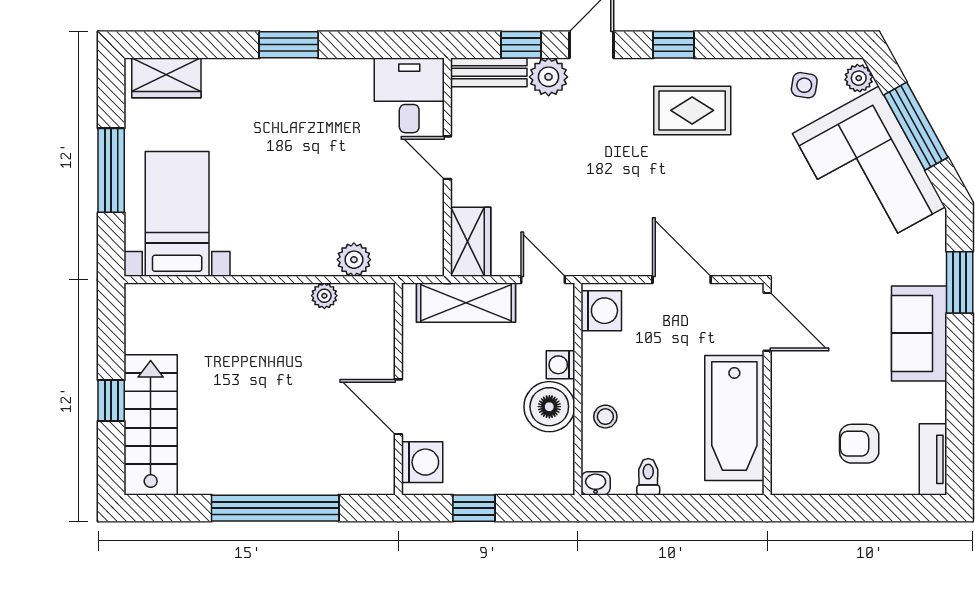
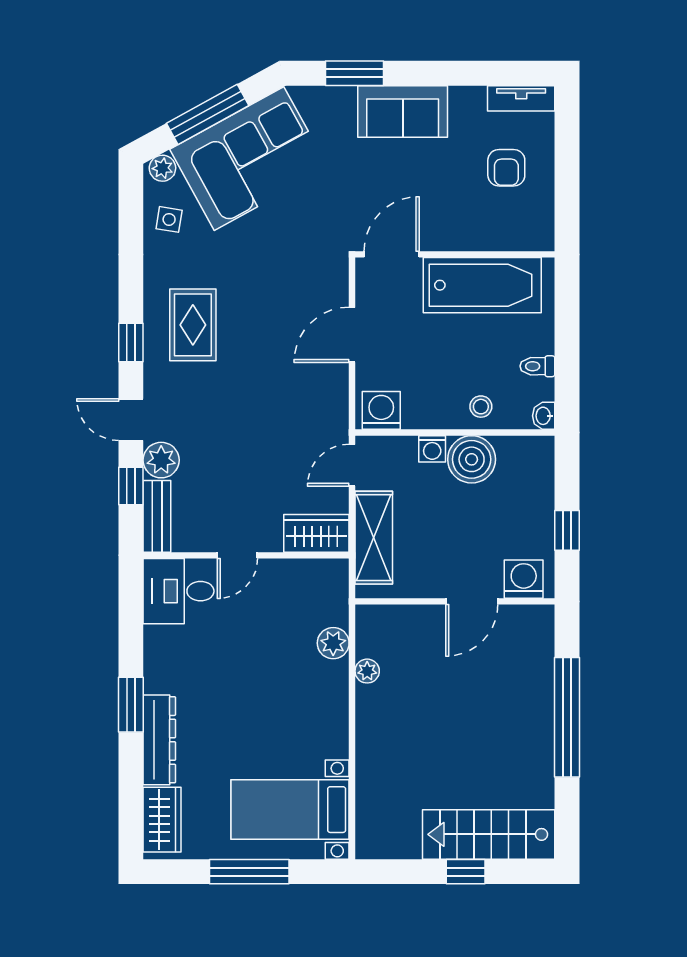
dresser: (251, 75) -> (159, 740), added

